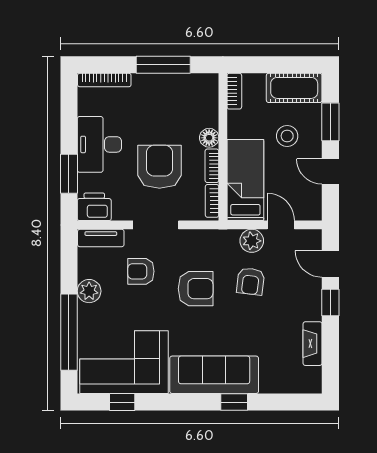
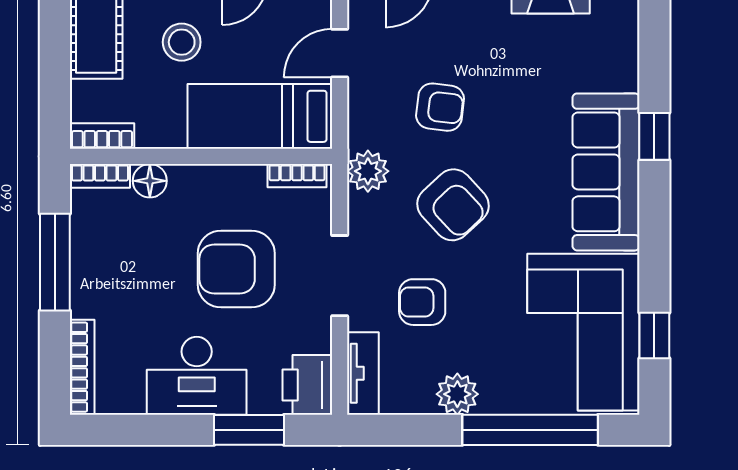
floor lamp: (209, 138) -> (150, 181), moved
bookcase: (212, 166) -> (100, 176), moved
plant: (252, 241) -> (368, 171), moved
armchair: (141, 271) -> (422, 302), turned 90
armchair: (196, 289) -> (453, 205), turned 137

